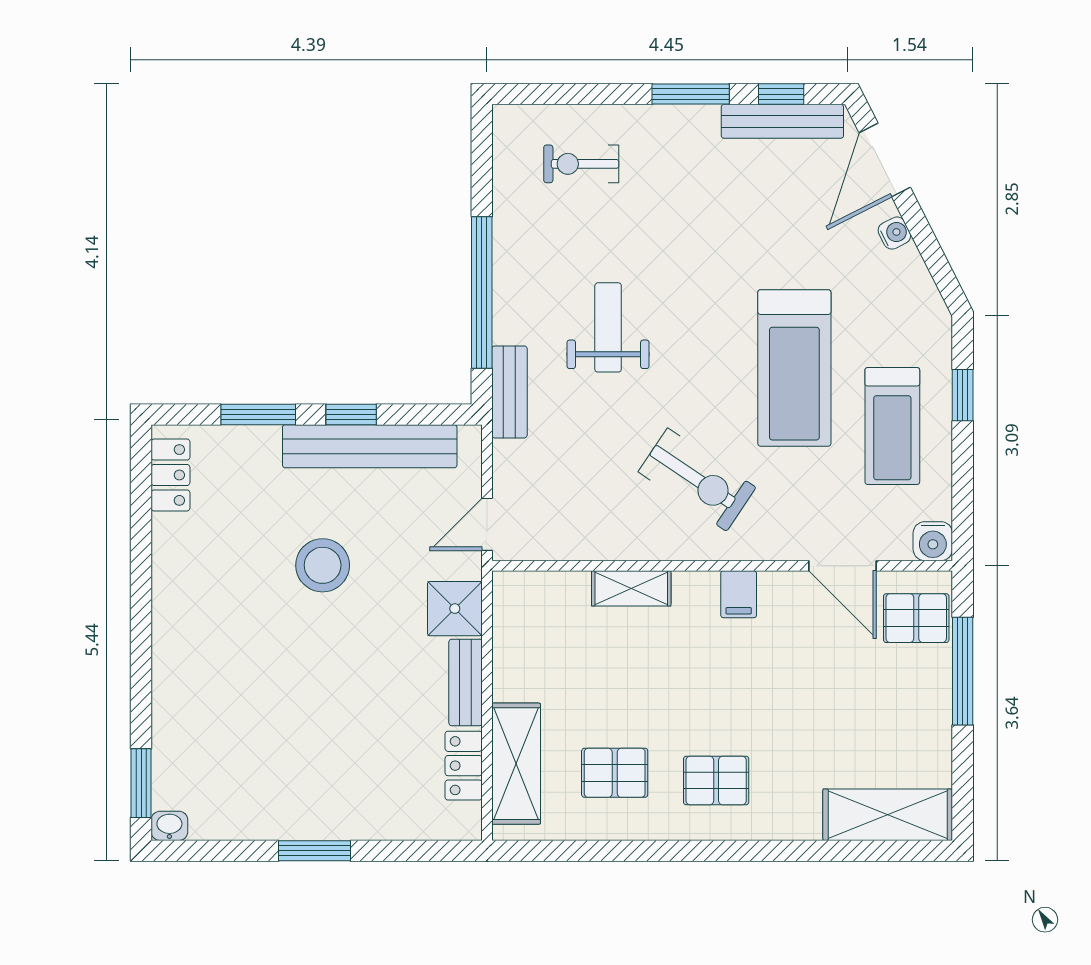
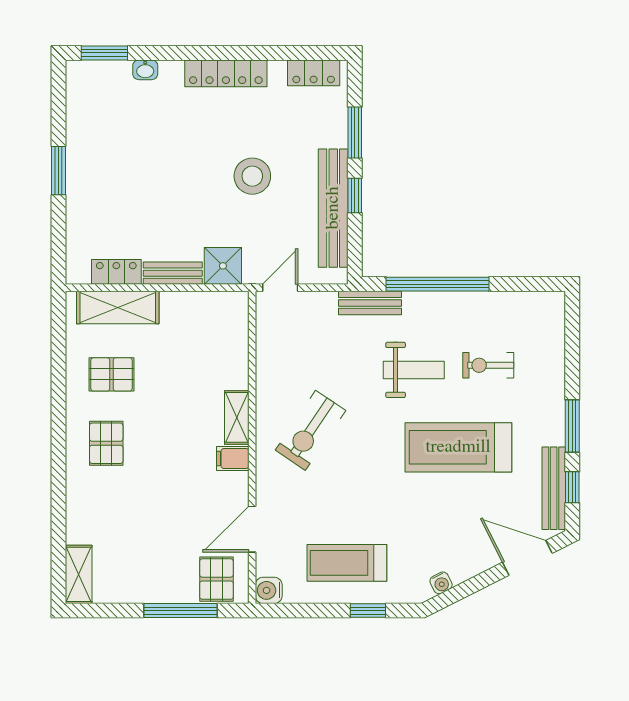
exercise bike: (581, 164) -> (488, 365), moved, turned -90
water cooler: (894, 233) -> (441, 583), moved
treadmill: (794, 368) -> (458, 447), moved
door: (487, 524) -> (280, 288), hinge flipped
shelving: (631, 588) -> (237, 417), moved
locker: (171, 604) -> (226, 73), added
pallet: (615, 773) -> (111, 374), turned 90
shelving: (888, 815) -> (79, 574), width x0.67, depth x0.75
washbasin: (169, 826) -> (145, 70), moved, turned 90

